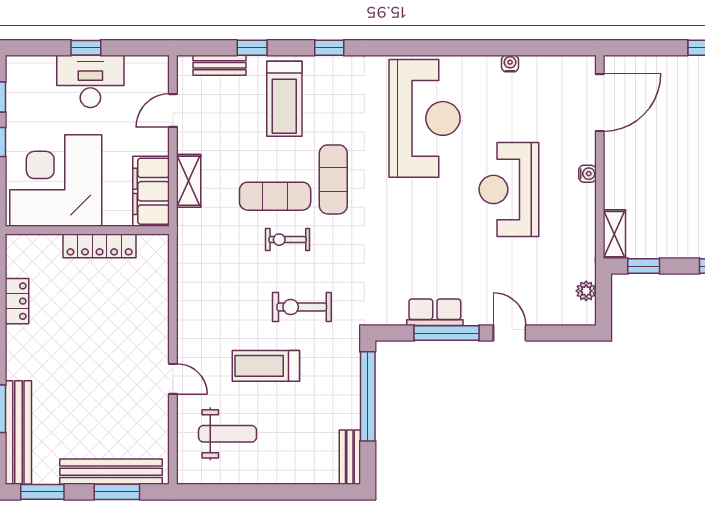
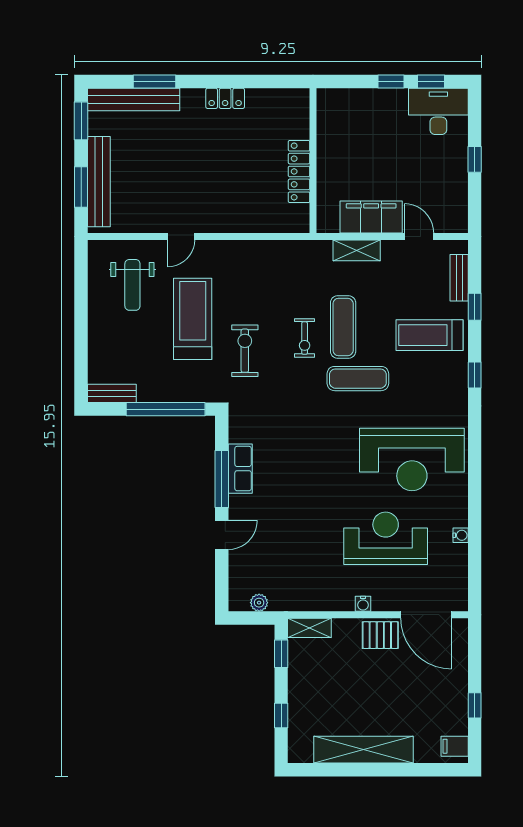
desk: (90, 81) -> (438, 111), moved, turned -90
pallet: (623, 154) -> (380, 635), added
corner desk: (56, 181) -> (357, 133), removed
reception desk: (509, 189) -> (386, 538), moved
filing cabinet: (151, 191) -> (371, 217), moved
exercise bike: (288, 240) -> (305, 338), turned 180
locker: (17, 301) -> (225, 98), moved
treadmill: (266, 366) -> (193, 319), width x1.37, depth x1.38

